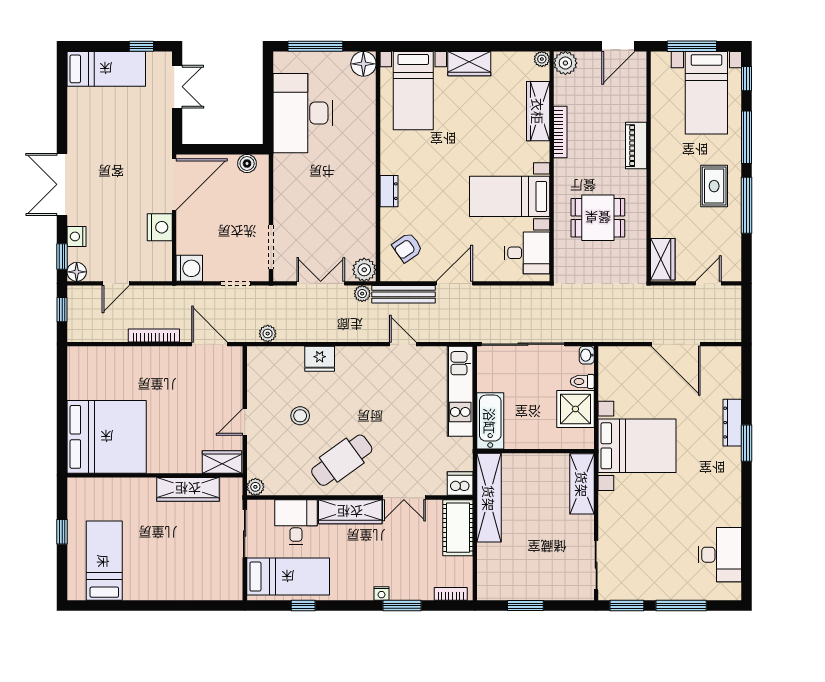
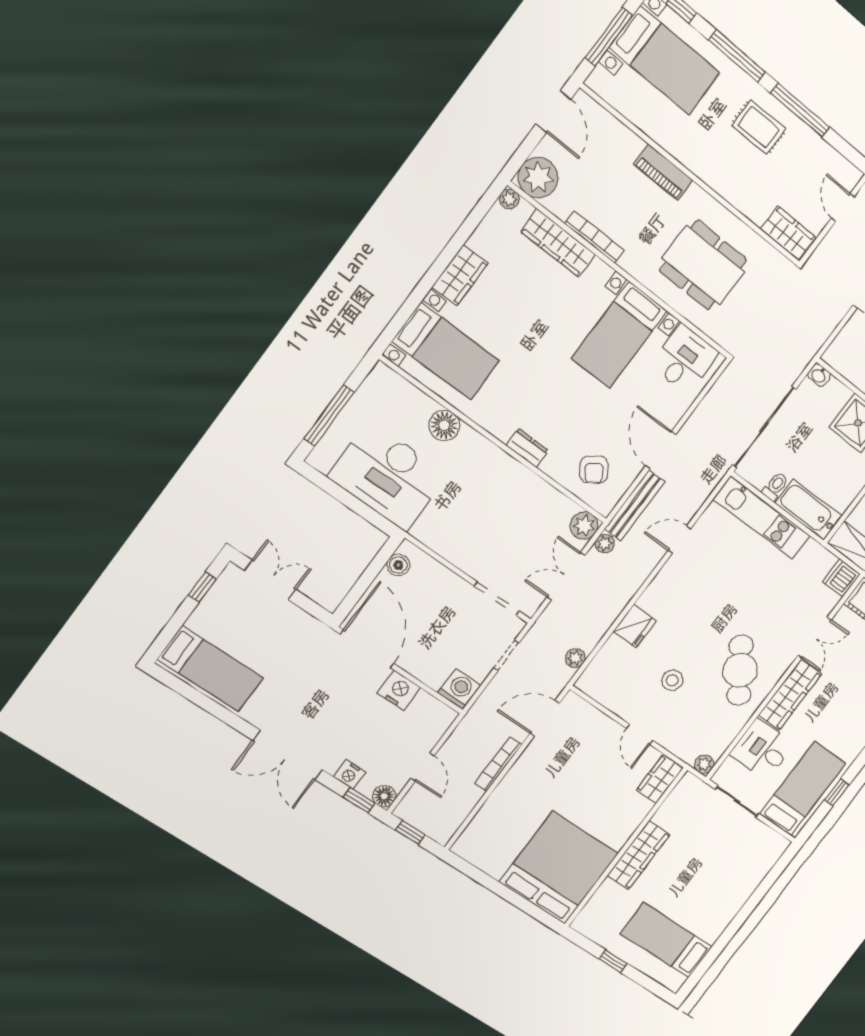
plant: (565, 63) -> (538, 177), width x1.36, depth x1.36
floor lamp: (363, 64) -> (444, 425), moved
bed: (106, 69) -> (210, 669), moved, turned 90
dining table: (598, 218) -> (703, 265), width x1.38
toilet: (582, 381) -> (775, 486), moved, turned 180
wardrobe: (188, 489) -> (638, 855), moved

